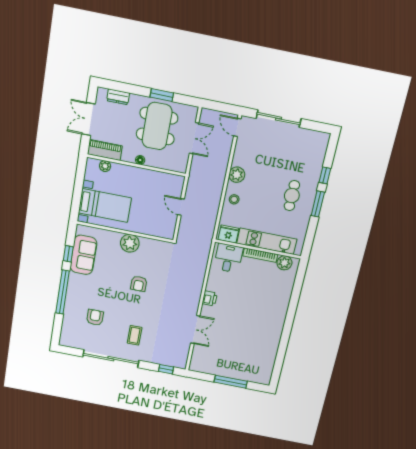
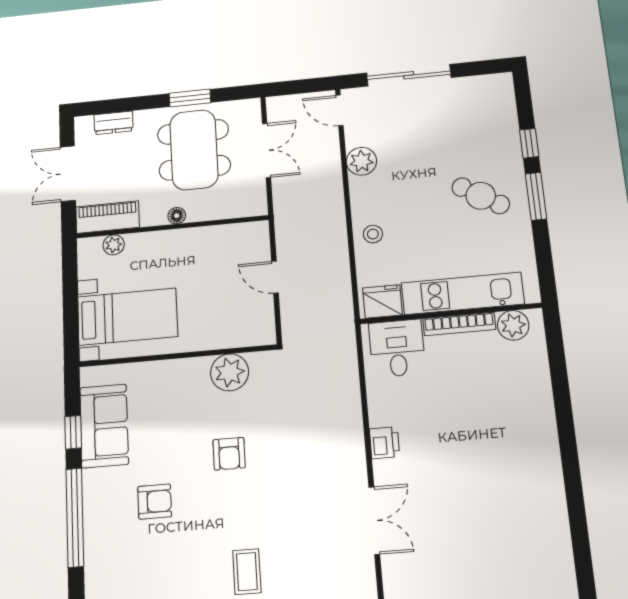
plant: (237, 175) -> (361, 161), moved
cafe table: (292, 196) -> (481, 196), turned -58
plant: (130, 243) -> (230, 372), moved
armchair: (95, 317) -> (155, 502), moved, turned 90

